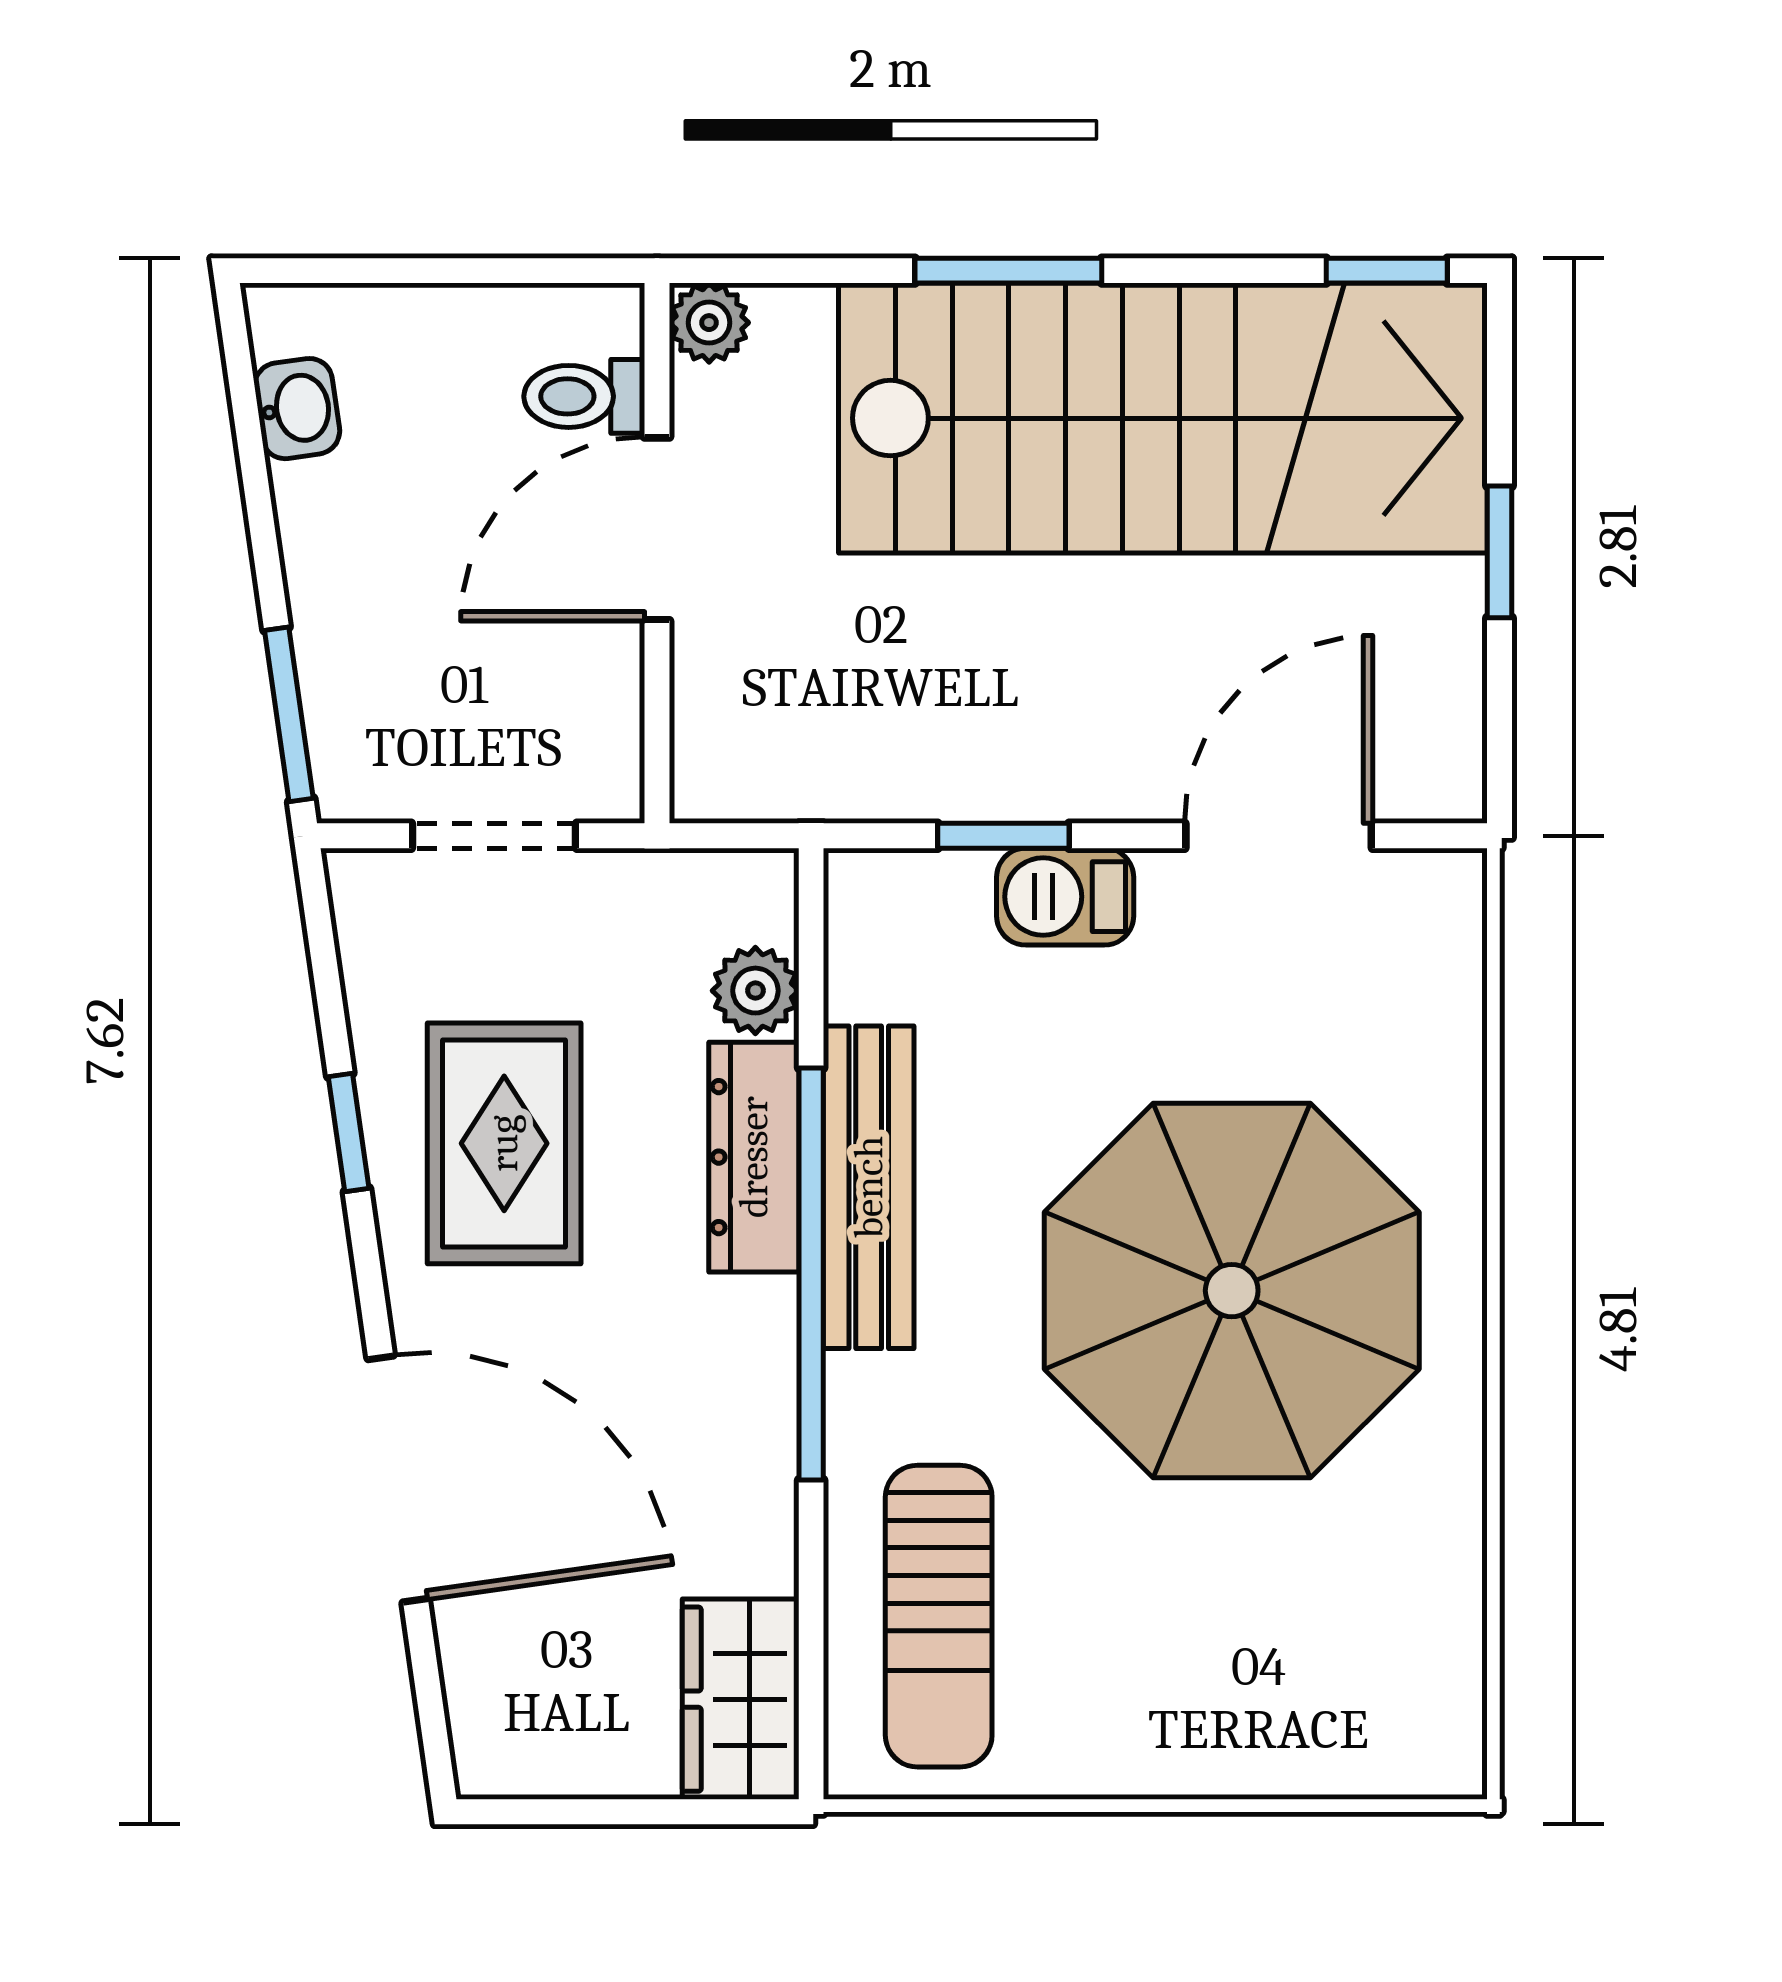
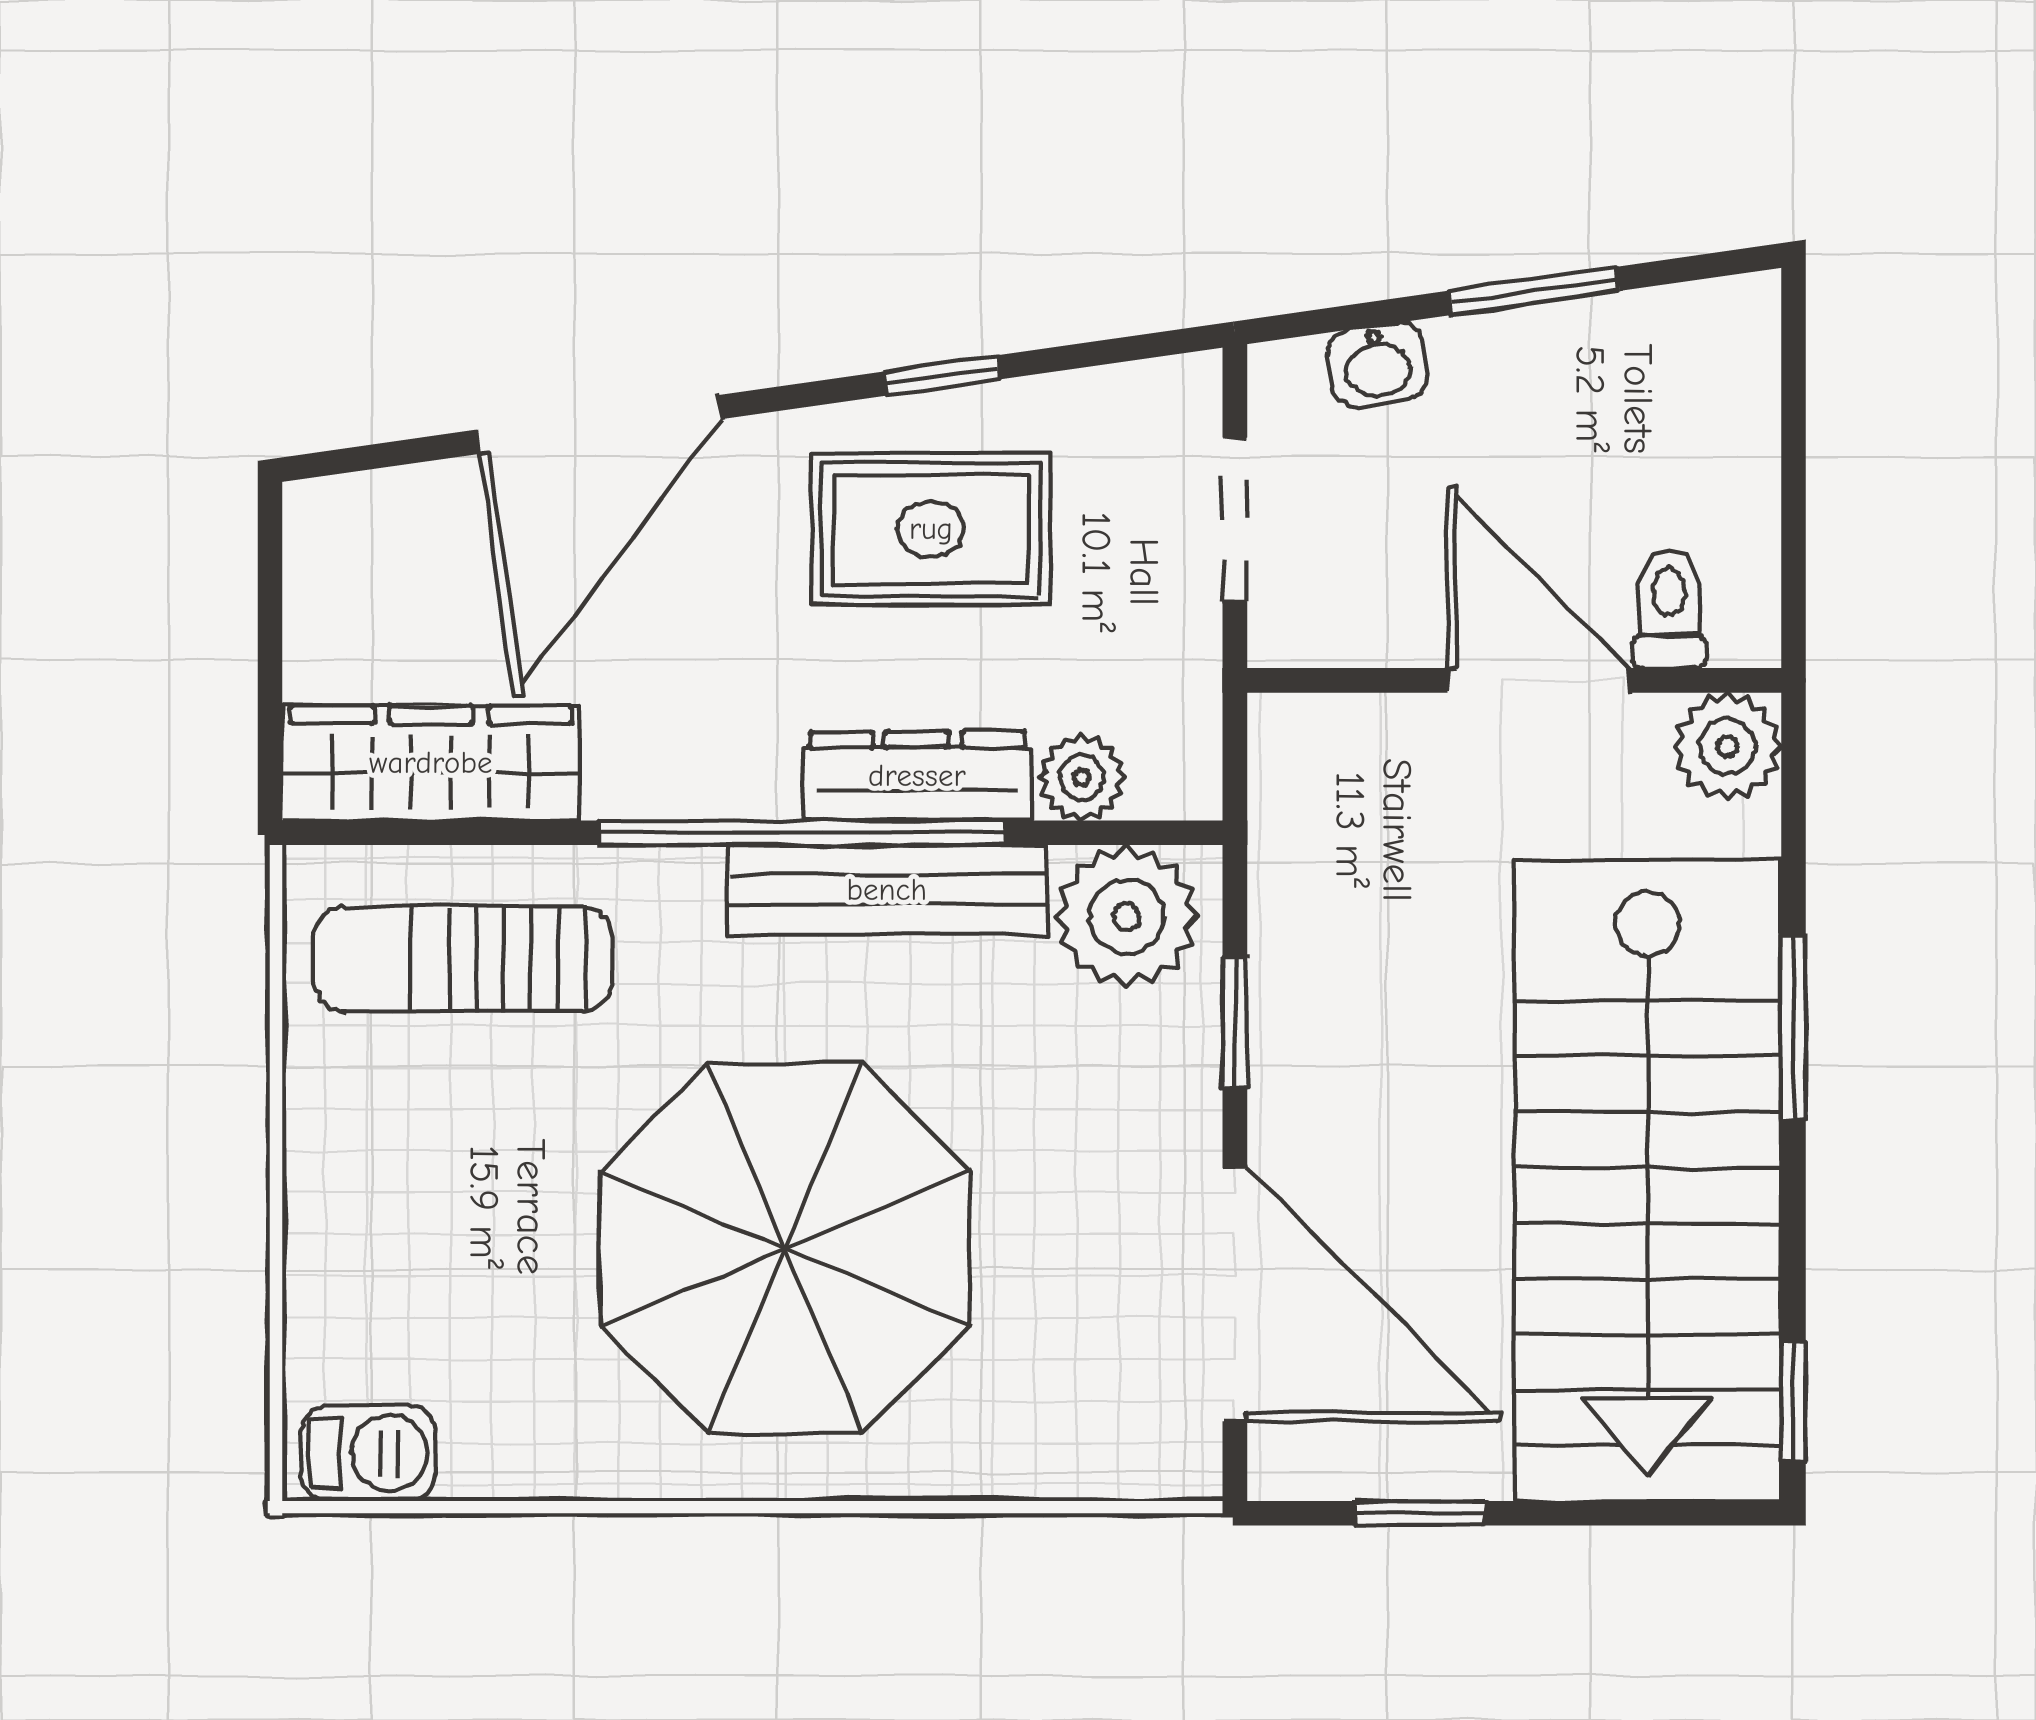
plant: (709, 323) -> (1727, 746), width x1.38, depth x1.38
washbasin: (297, 409) -> (1378, 364), moved
window: (1500, 552) -> (1419, 1513), moved
window: (289, 714) -> (1533, 291), moved
door: (1279, 836) -> (1235, 1295), width x1.36
barbecue: (1065, 897) -> (368, 1453), moved, turned 90
plant: (896, 945) -> (1127, 916), added
wardrobe: (741, 1699) -> (431, 763), width x1.50

